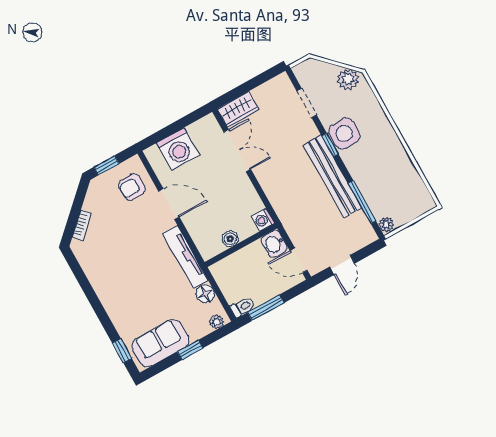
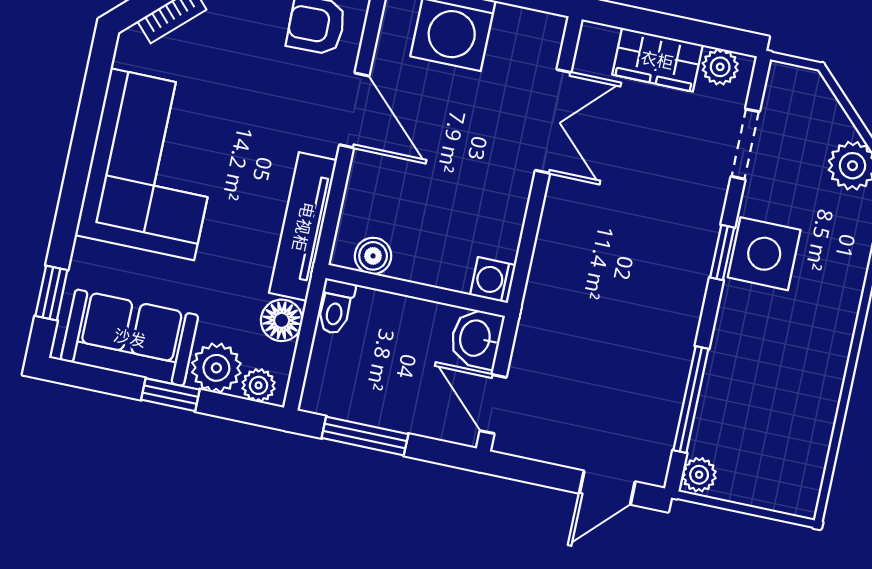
plant: (276, 85) -> (720, 67), added
wardrobe: (238, 109) -> (657, 60), moved
bench: (332, 176) -> (679, 310), removed
boiler: (230, 239) -> (373, 256), moved
door: (342, 265) -> (607, 488), moved
corner sofa: (118, 280) -> (152, 164), added
toilet: (243, 307) -> (336, 307), moved, turned 90
plant: (198, 328) -> (216, 368), added

